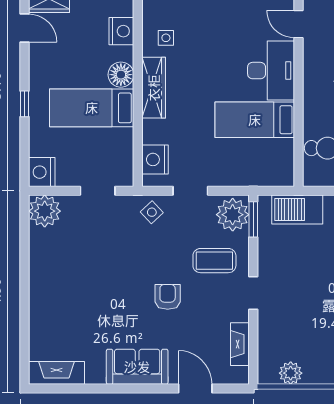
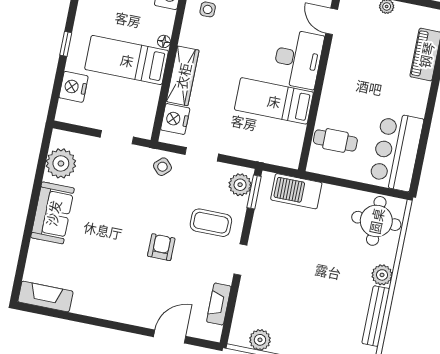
floor lamp: (121, 75) -> (164, 41), width x0.53, depth x0.53
wardrobe: (154, 88) -> (183, 76), moved
nightstand: (42, 172) -> (74, 87), moved
plant: (45, 211) -> (61, 163), moved
plant: (233, 215) -> (240, 185), width x0.73, depth x0.73
sofa: (137, 367) -> (53, 213), moved, turned 90
door: (195, 389) -> (170, 336), hinge flipped

